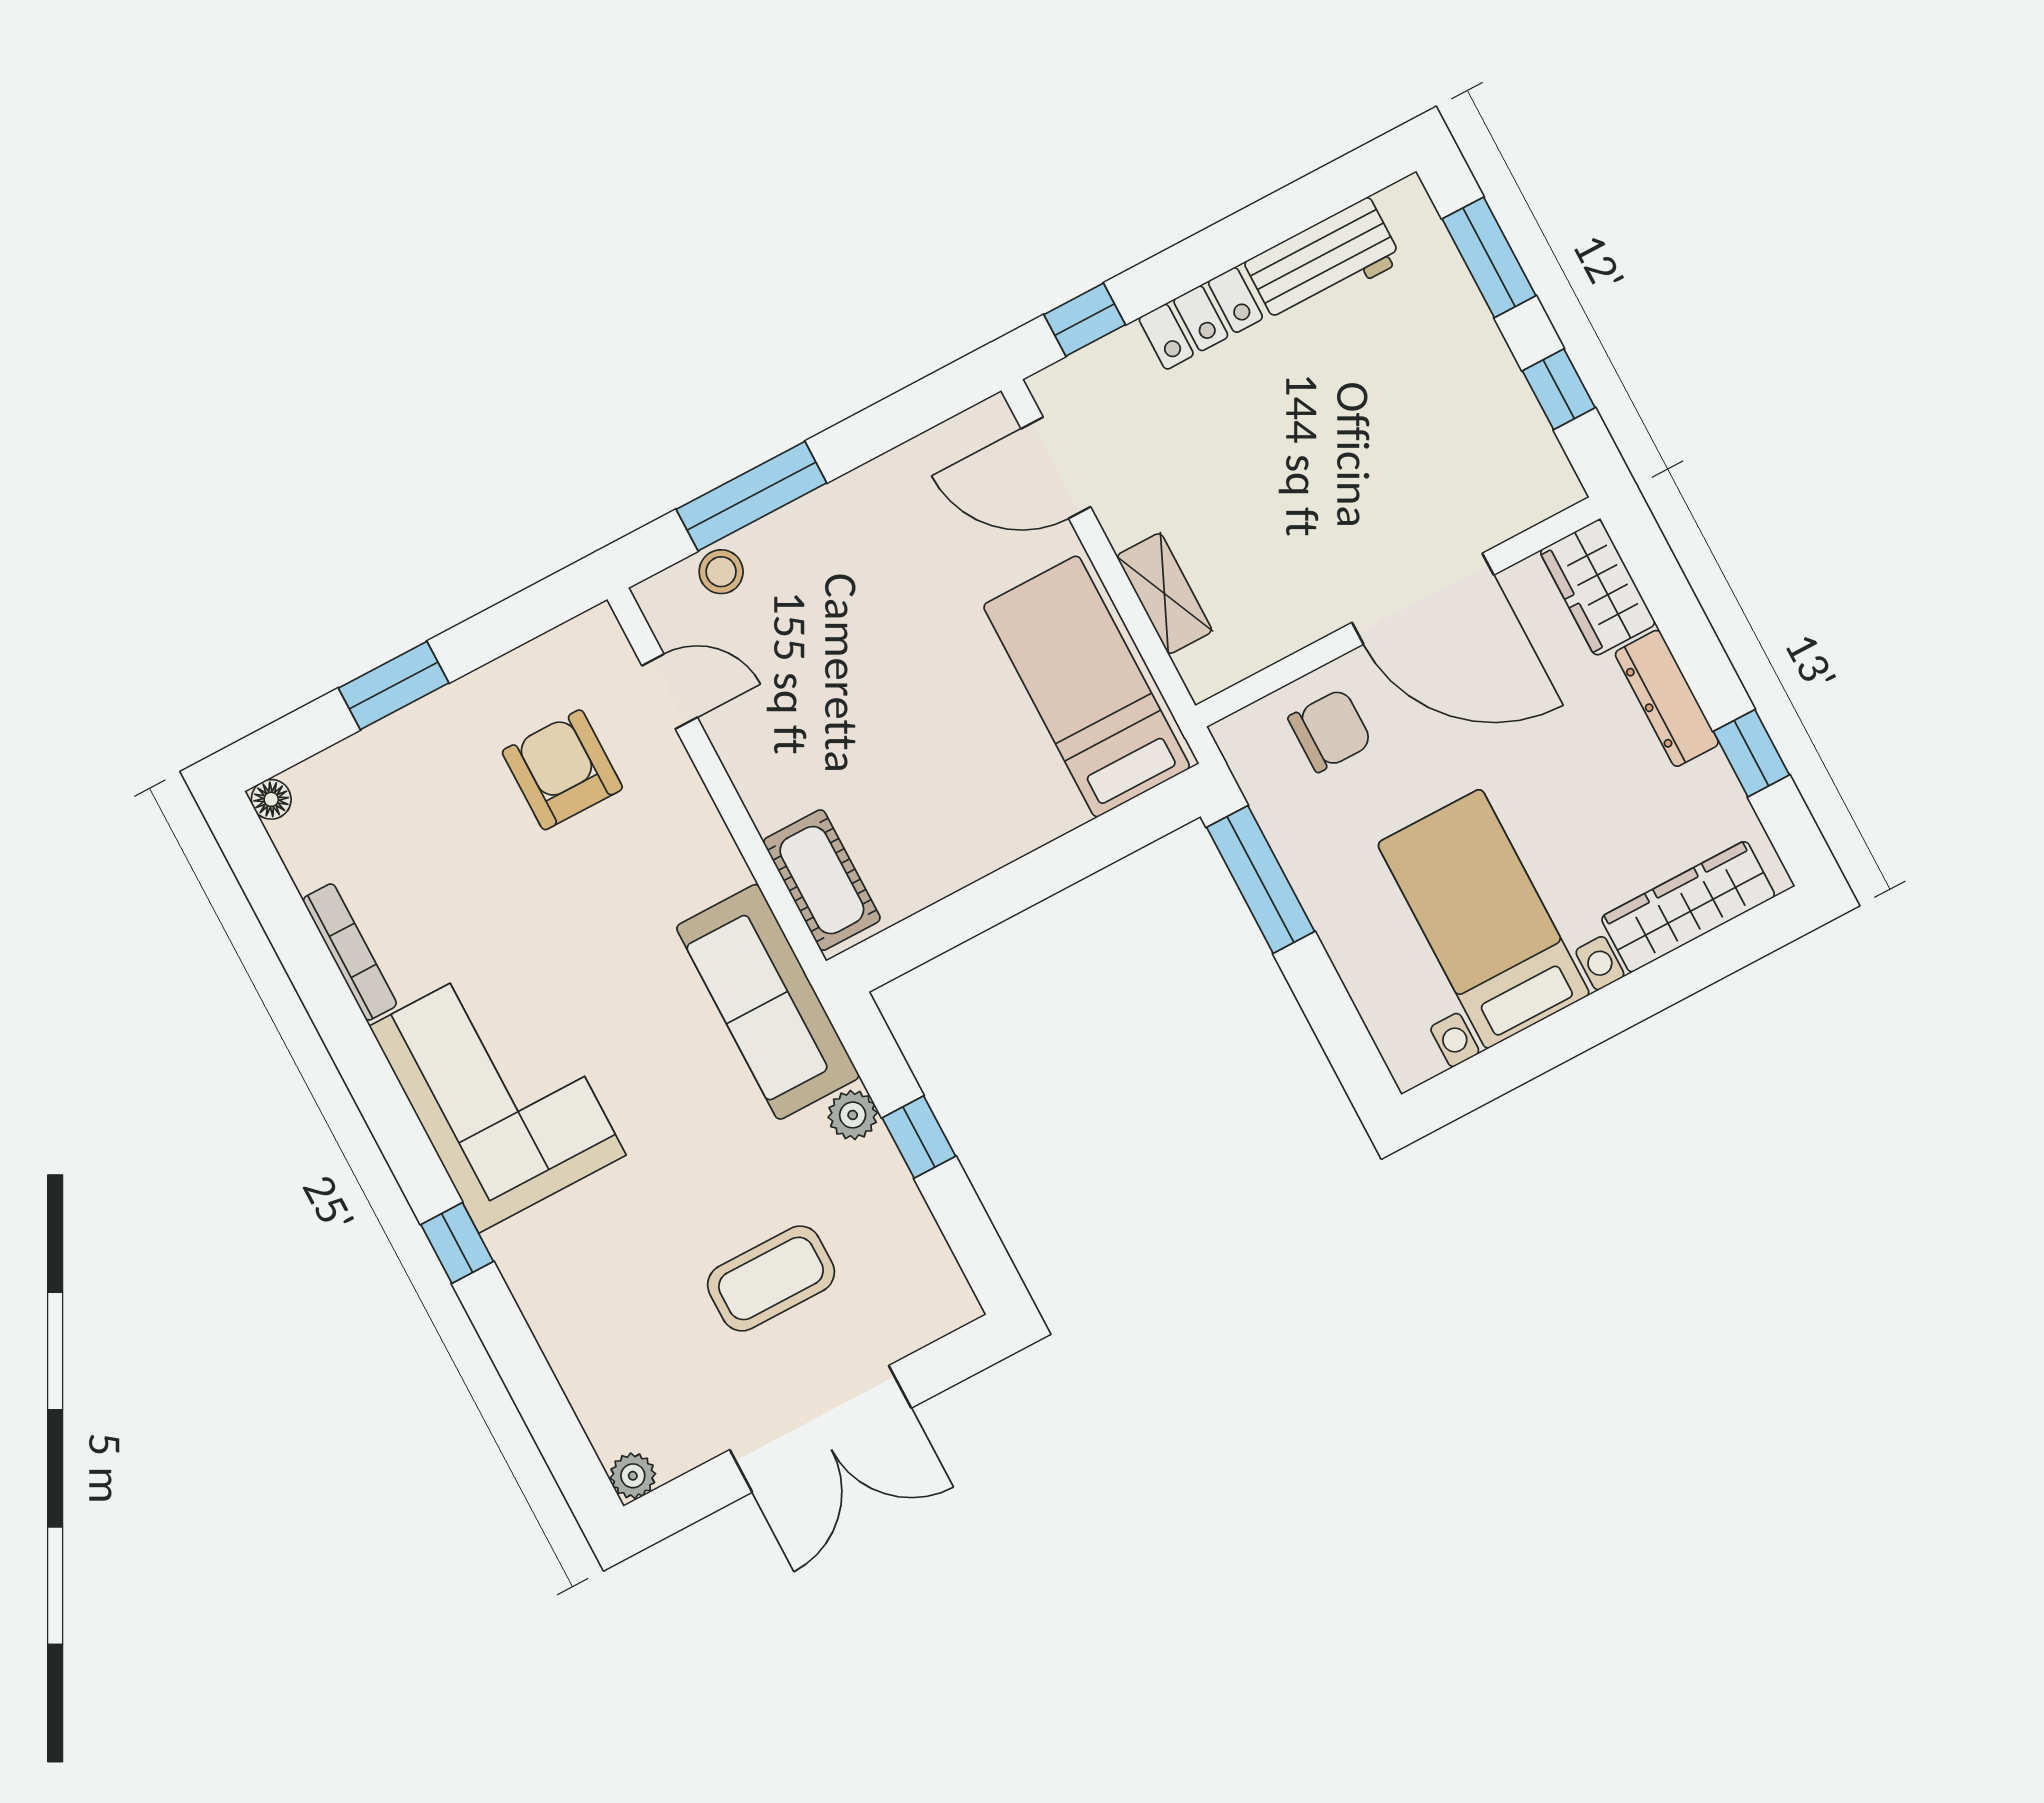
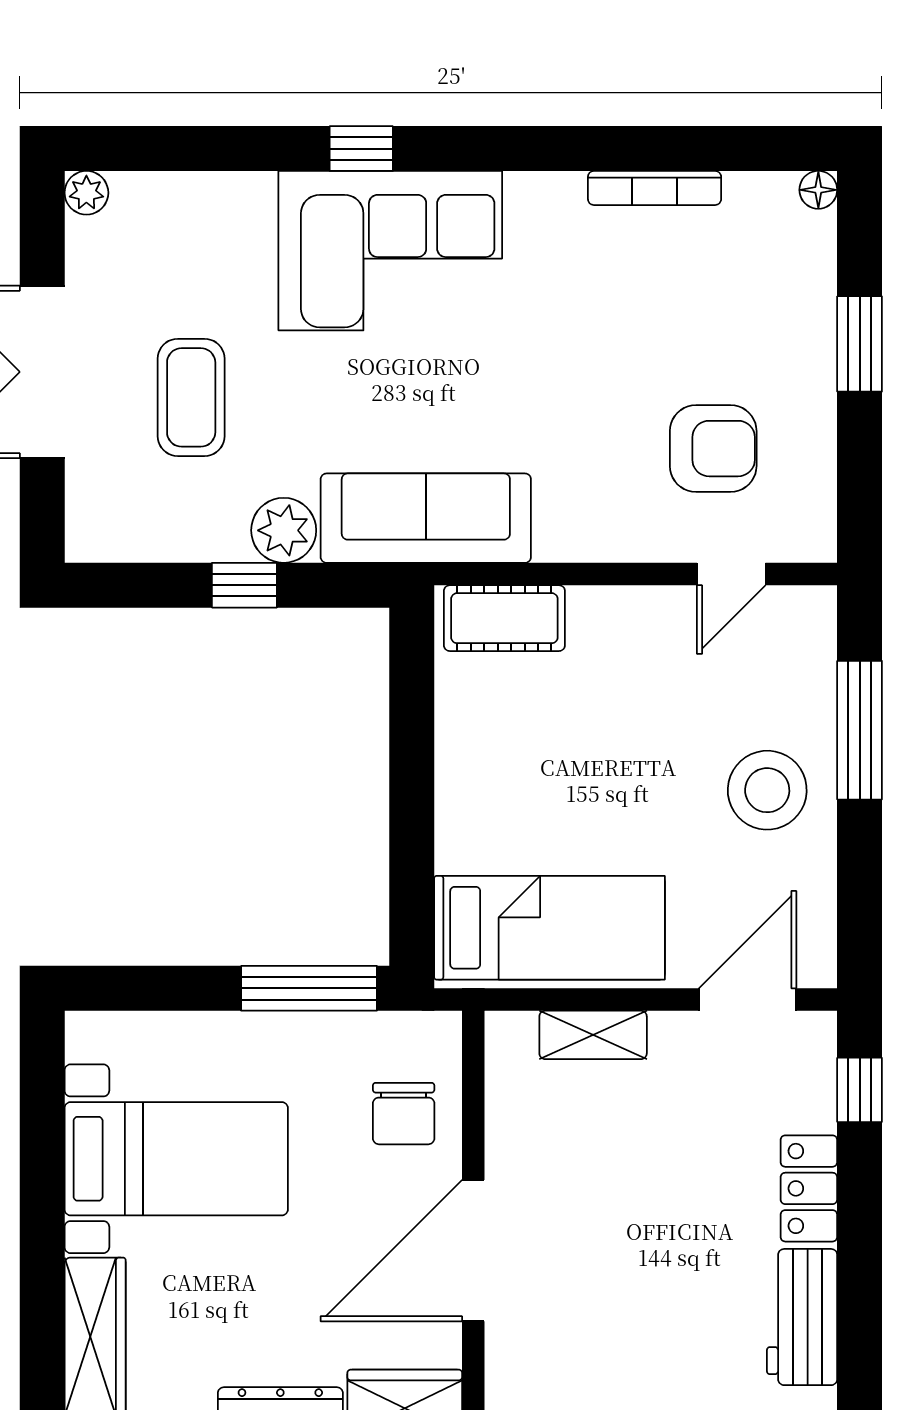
stool: (721, 572) -> (767, 790), moved, width x1.89, depth x1.89
corner sofa: (498, 1091) -> (390, 251), moved
plant: (853, 1115) -> (284, 530), width x1.38, depth x1.38

